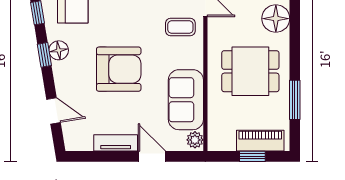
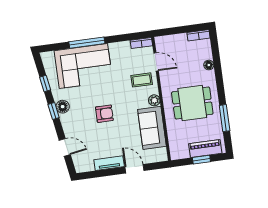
floor lamp: (276, 19) -> (209, 65), width x0.53, depth x0.53
armchair: (119, 69) -> (104, 114), width x0.53, depth x0.53
plant: (195, 140) -> (154, 100), moved

